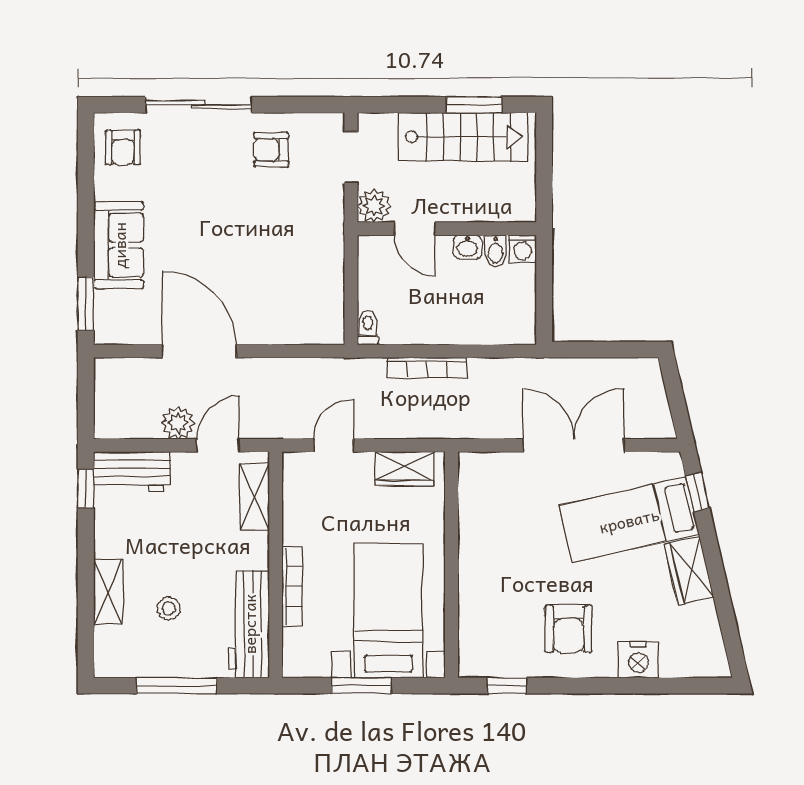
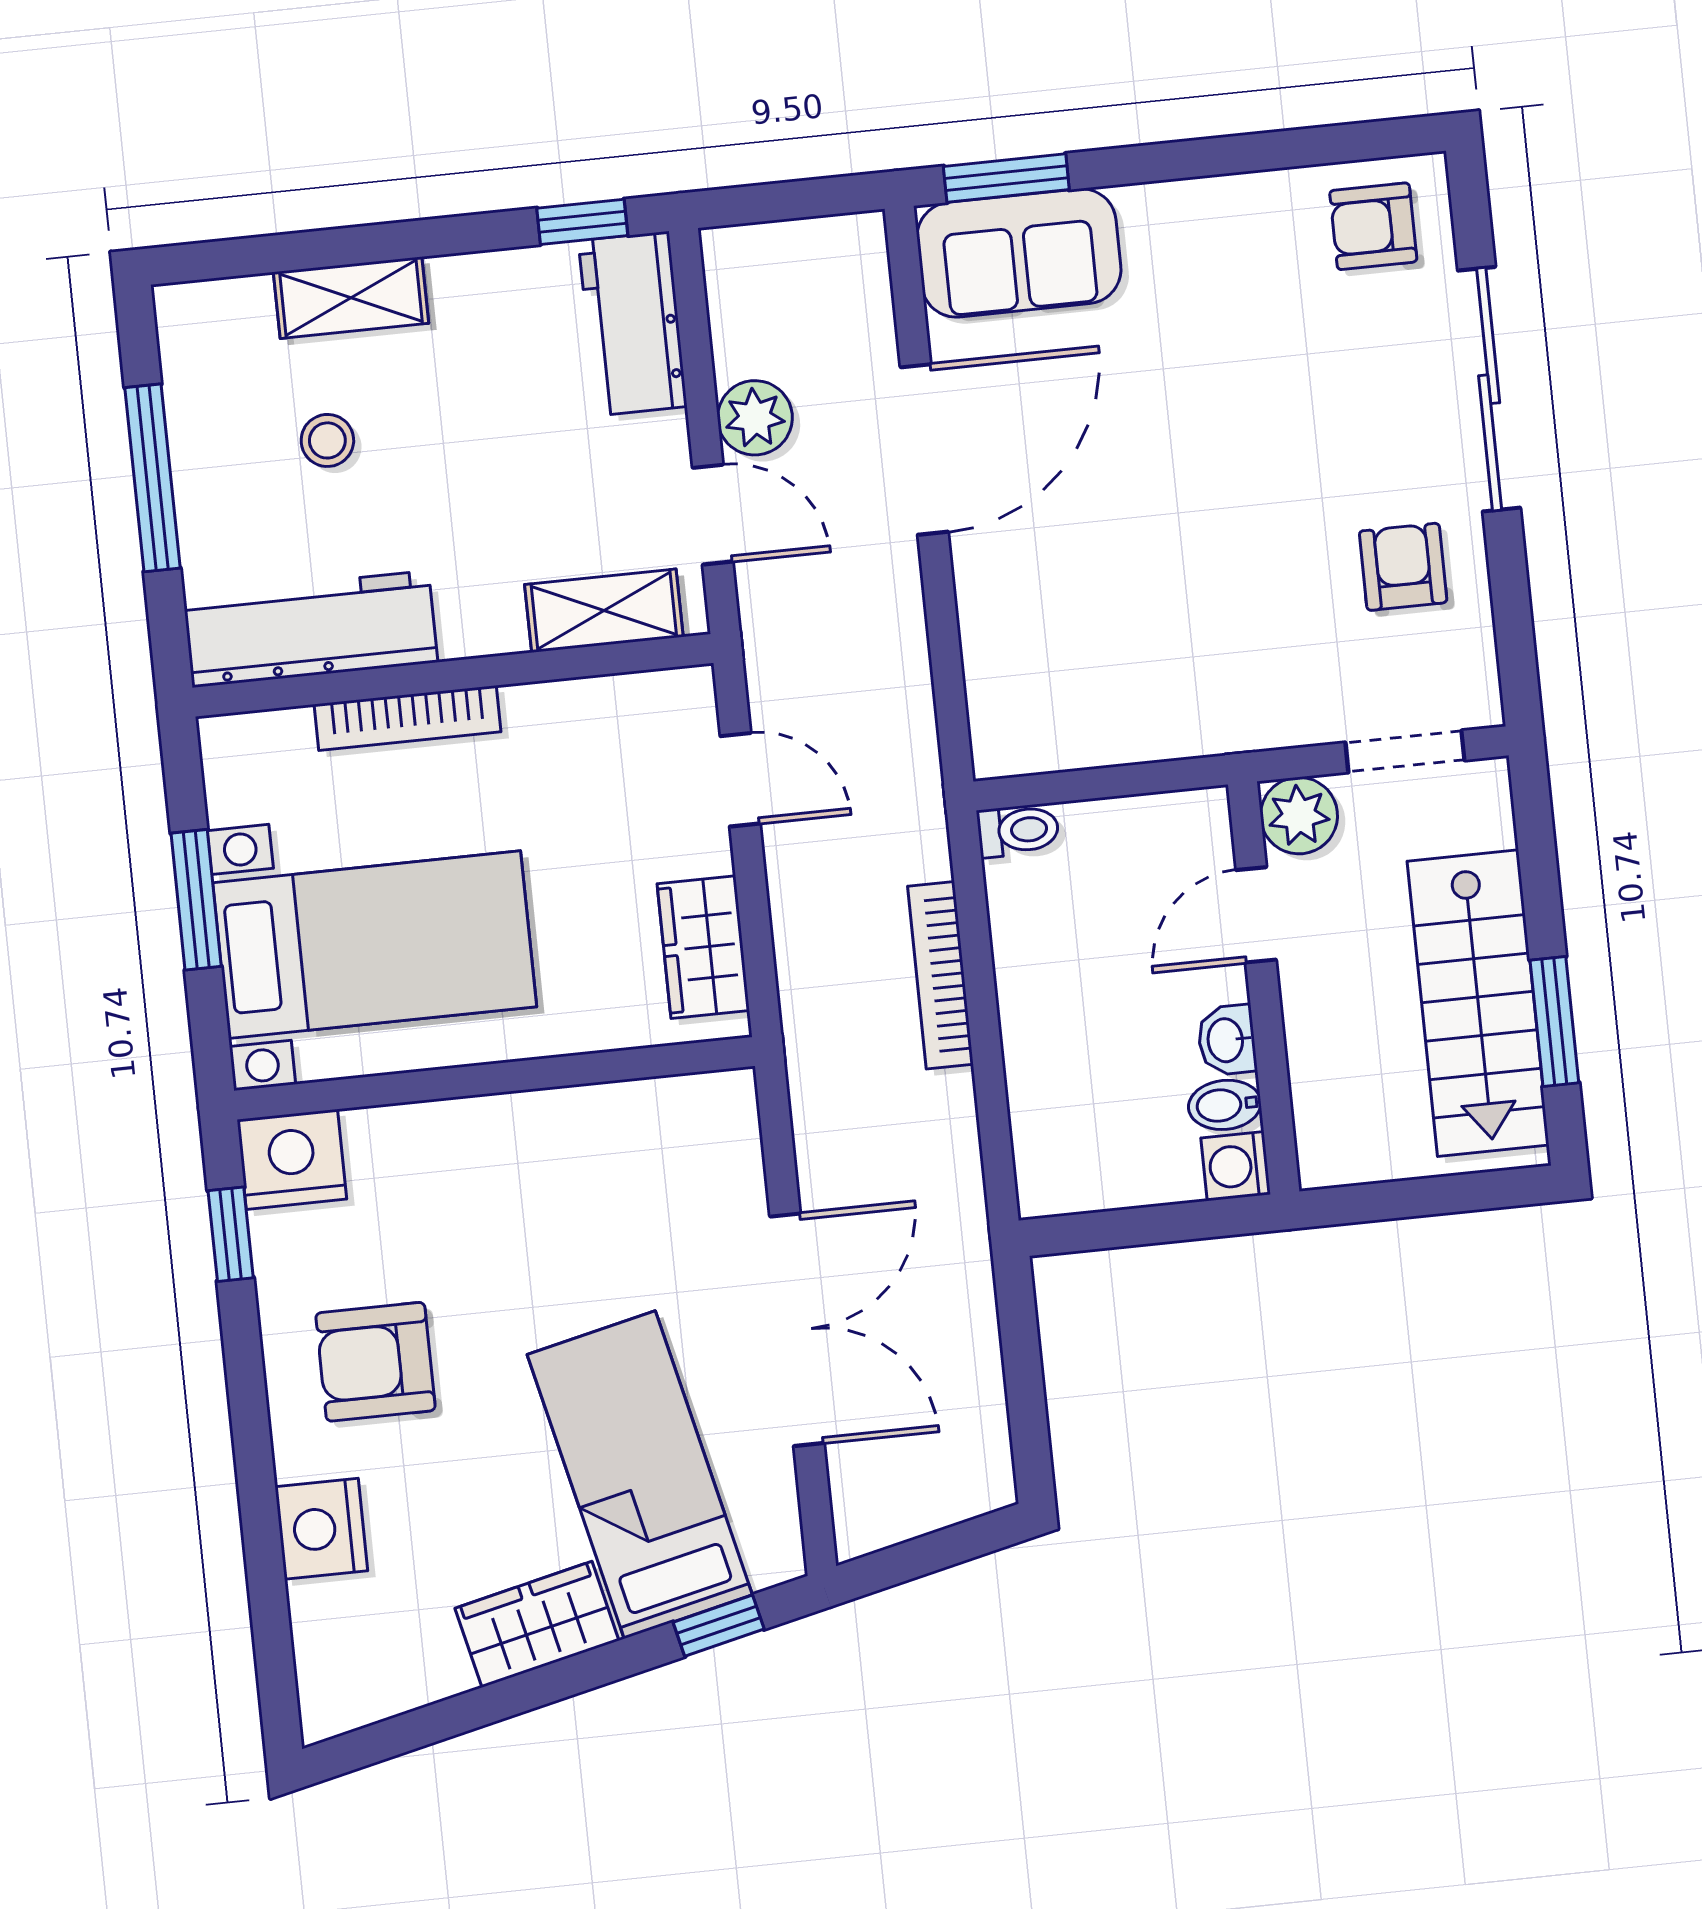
sofa: (119, 245) -> (1019, 253), moved
nightstand: (477, 656) -> (292, 1159), added

